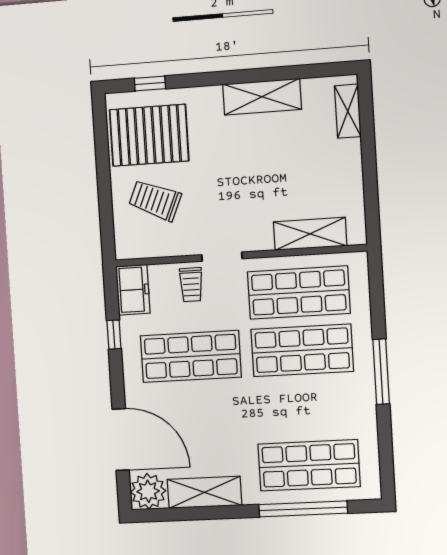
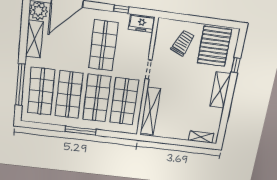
window: (150, 83) -> (236, 65), moved
shelving: (262, 97) -> (220, 90), moved
shelving: (310, 234) -> (150, 111), width x1.47
trolley: (191, 285) -> (138, 52), removed
shop shelf: (306, 408) -> (69, 95), added

